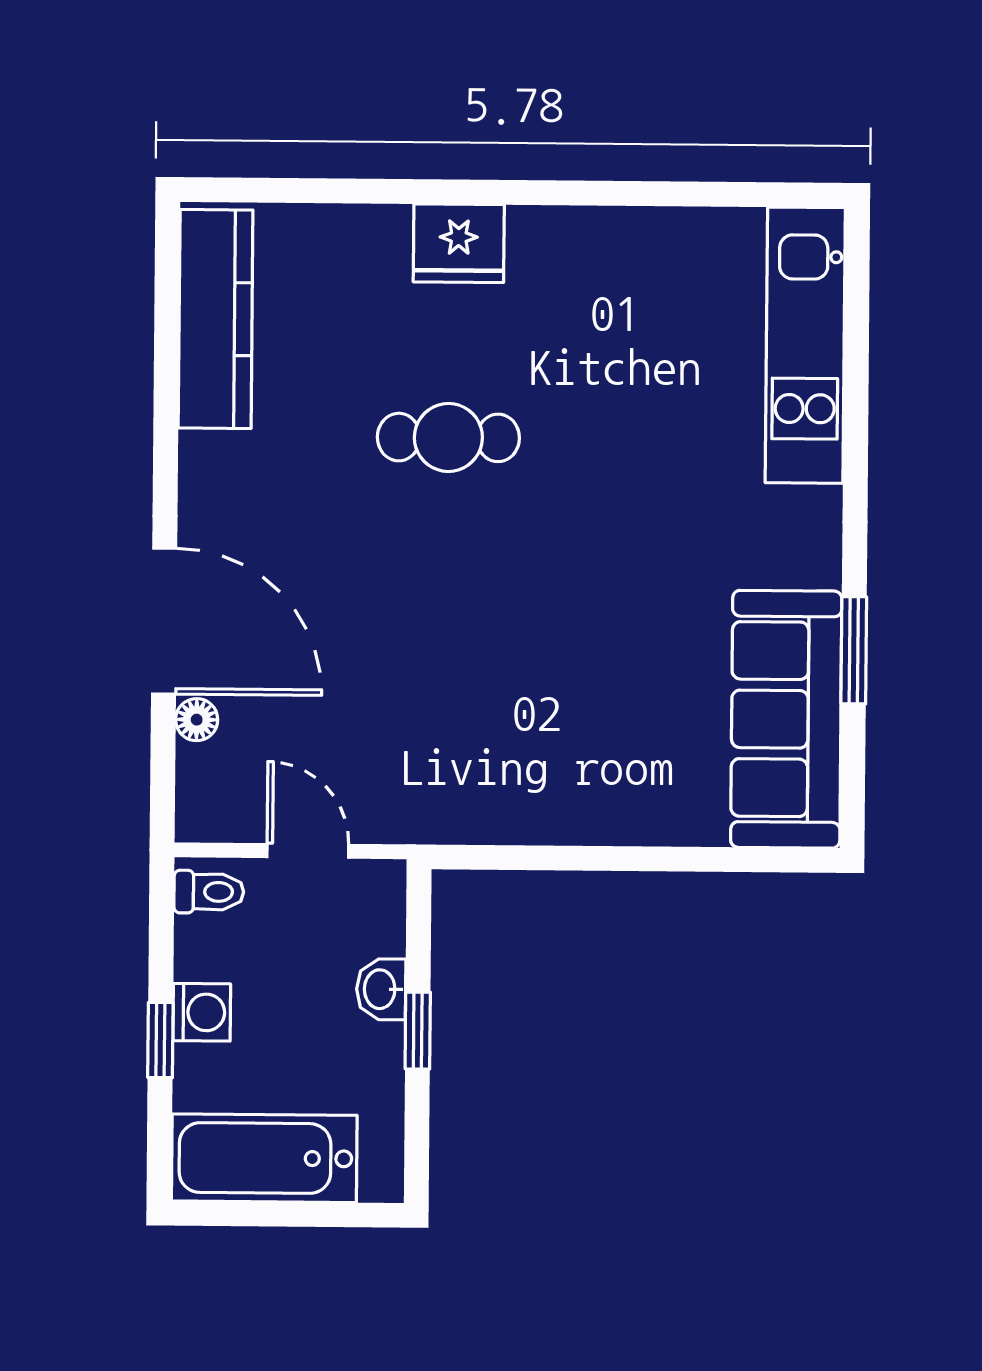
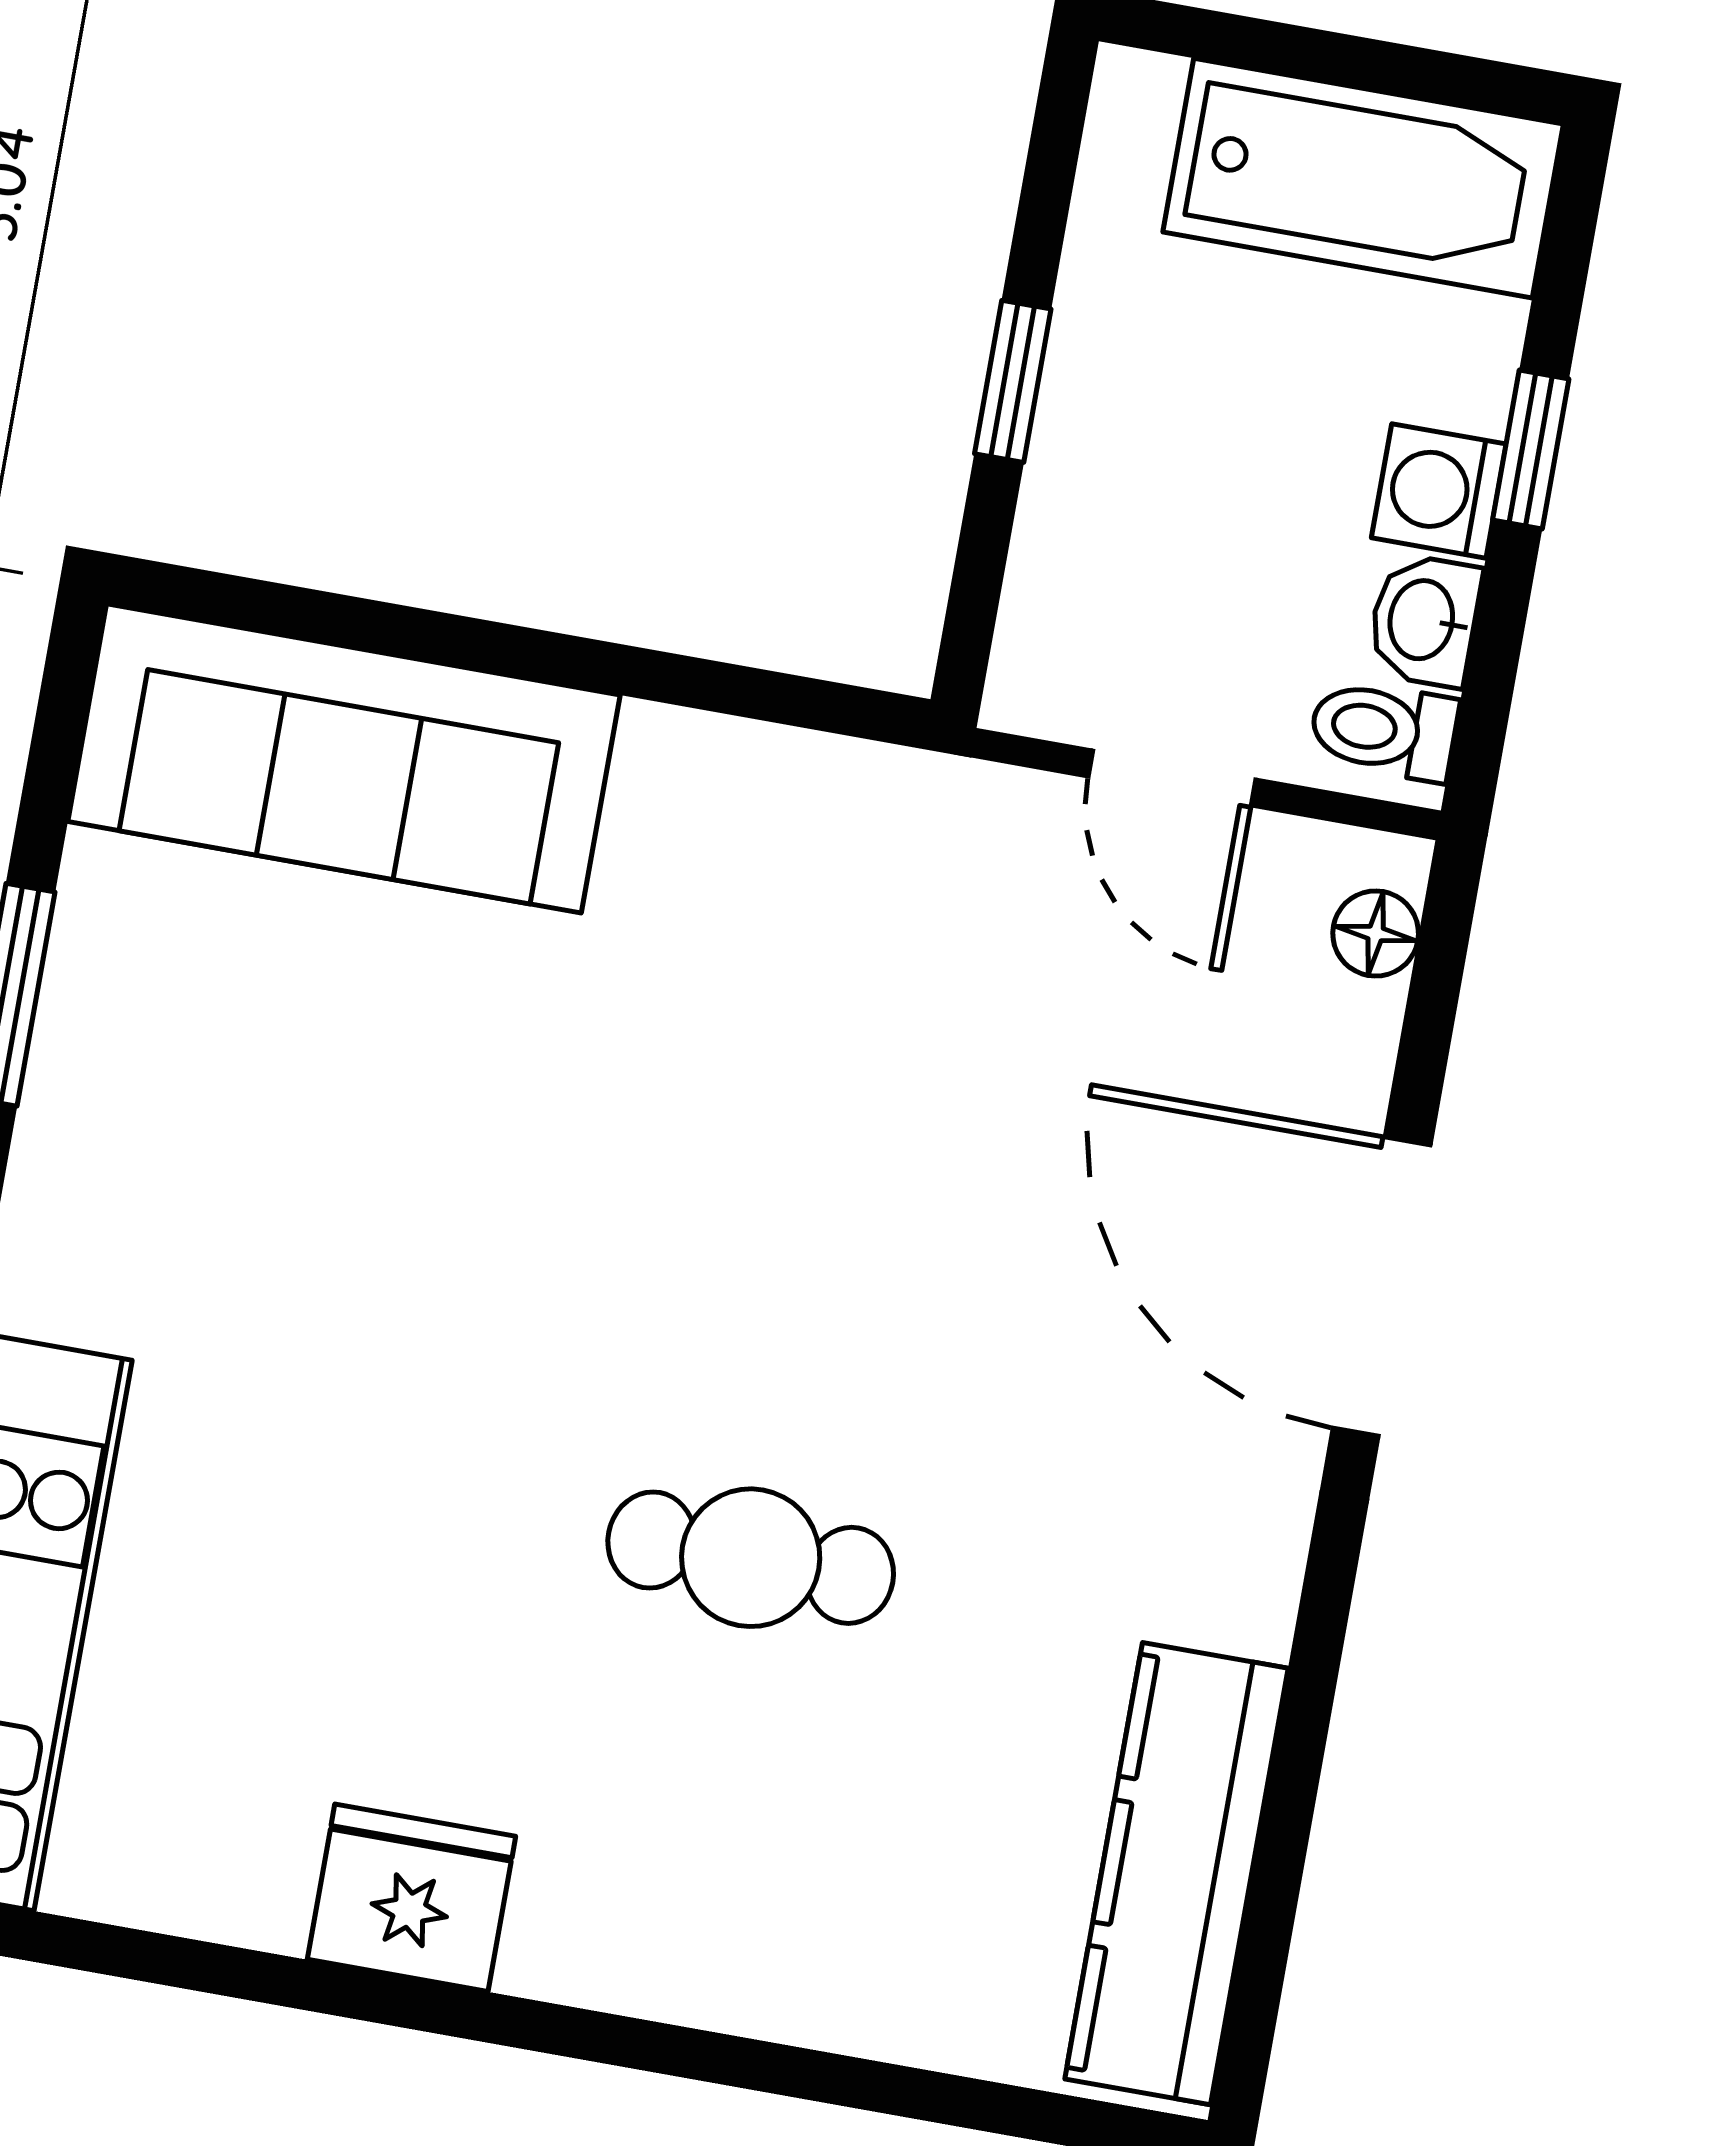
fridge: (459, 243) -> (411, 1898), moved
sofa: (786, 719) -> (344, 758), moved, turned 90
floor lamp: (197, 720) -> (1376, 933), moved
washbasin: (381, 989) -> (1424, 620), moved, turned 180

